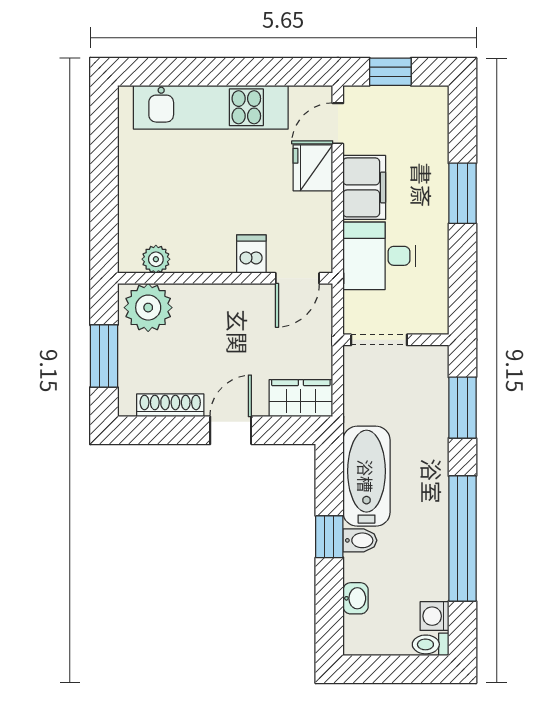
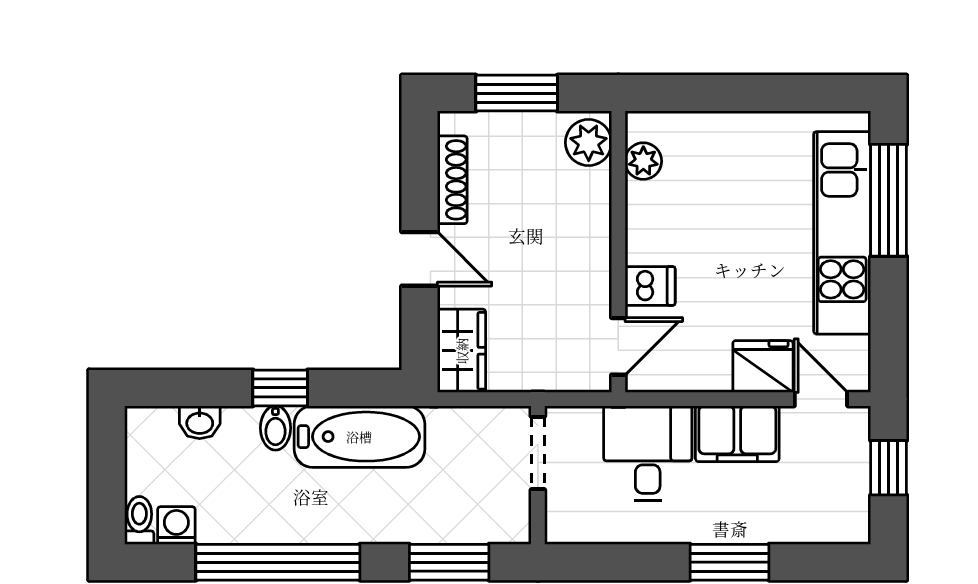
window: (186, 72) -> (889, 200), added
door: (297, 278) -> (618, 346), swing flipped
plant: (148, 308) -> (589, 143), width x0.73, depth x0.73

